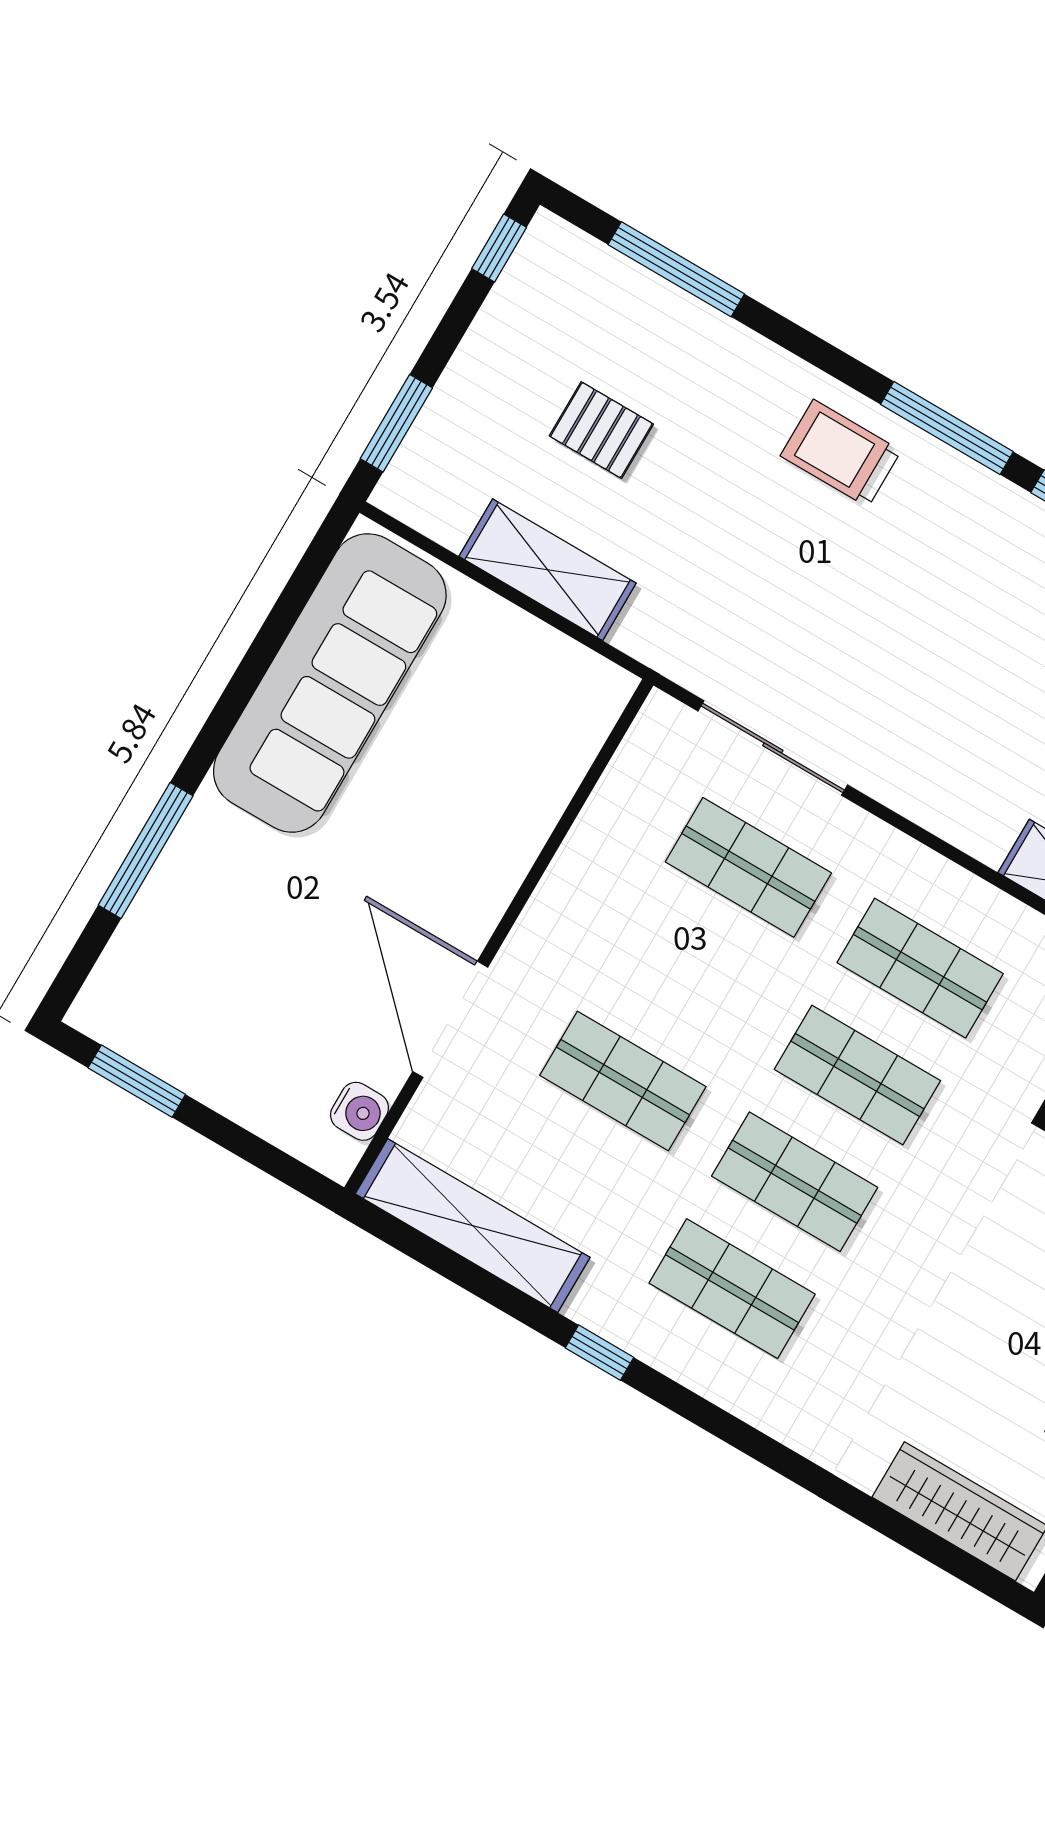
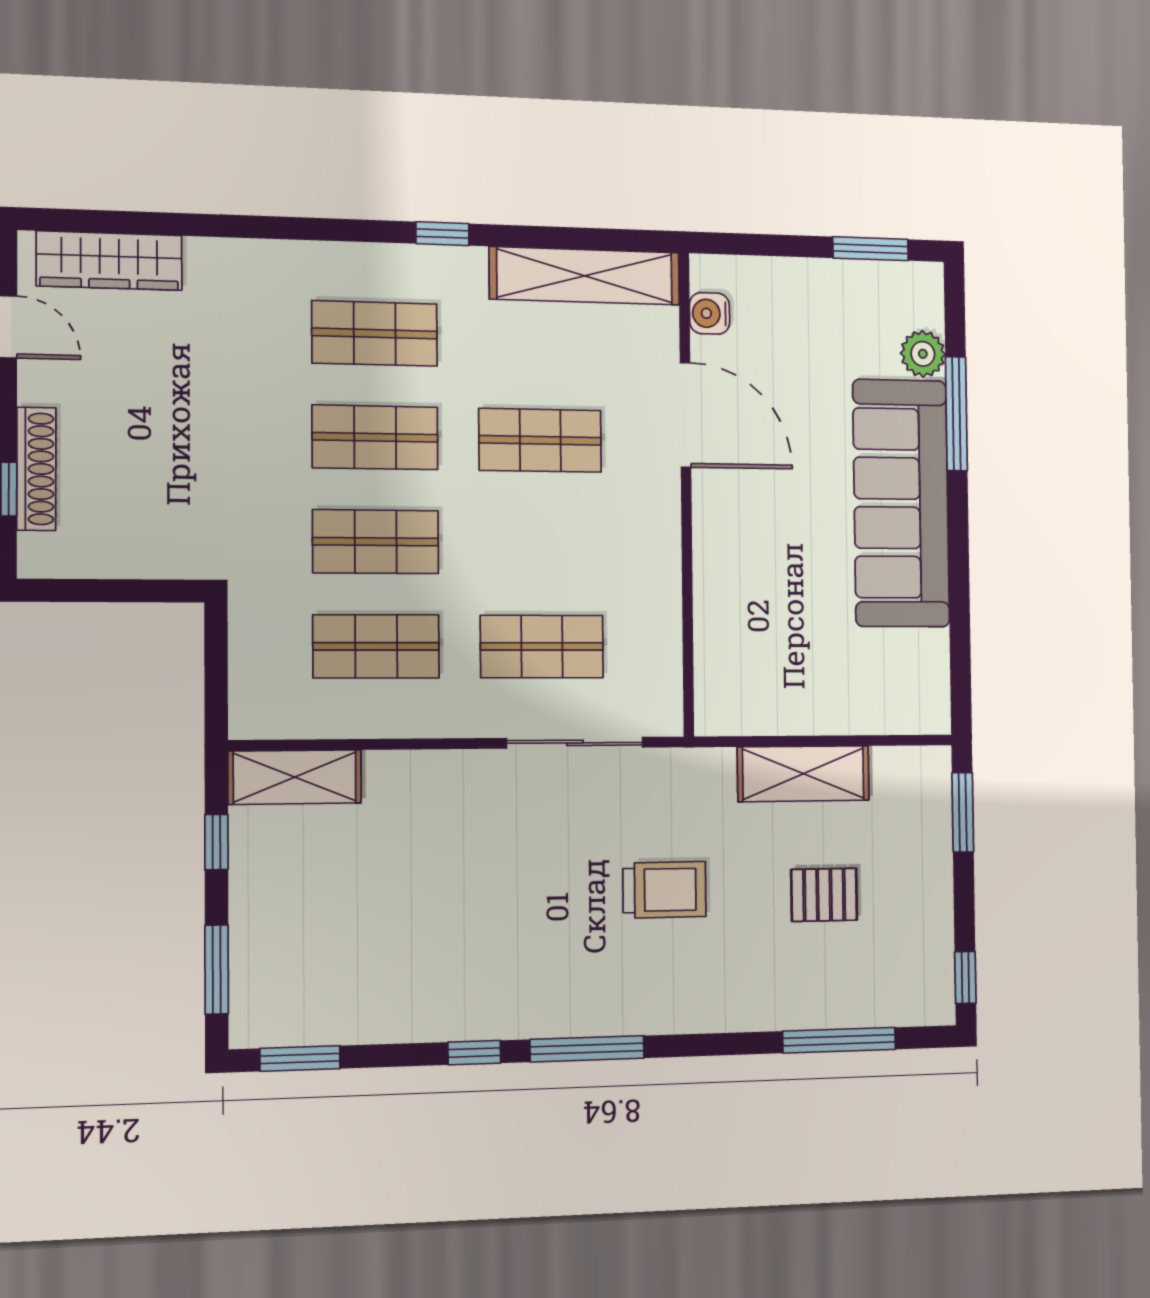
trolley: (841, 453) -> (664, 890), moved
sofa: (330, 683) -> (901, 503), moved
plant: (145, 936) -> (923, 354), added

